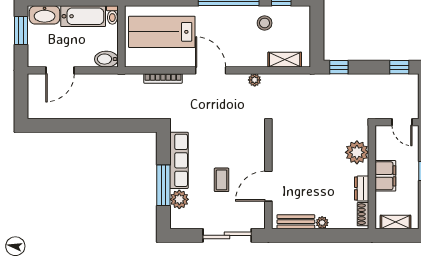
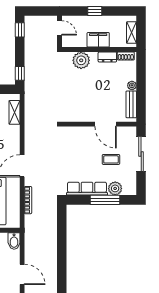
plant: (255, 80) -> (29, 134), removed
door: (402, 122) -> (59, 28), hinge flipped
coffee table: (222, 180) -> (111, 159), moved

